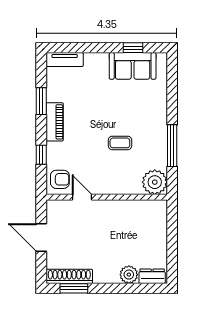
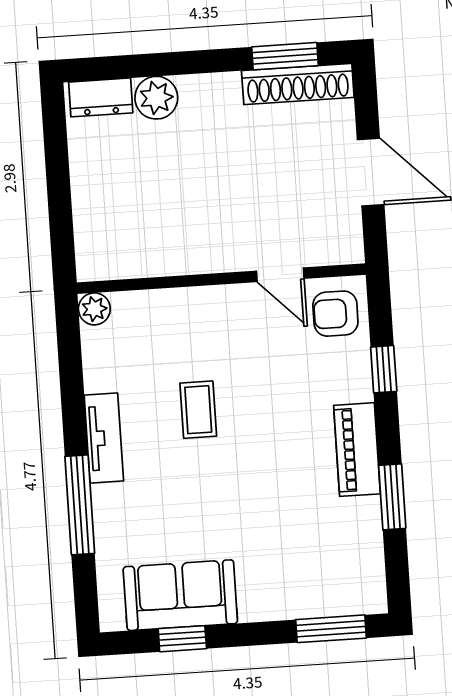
window: (70, 48) -> (331, 629), added
tv unit: (65, 60) -> (104, 438), moved, turned 90
coffee table: (120, 143) -> (198, 410), turned 90
window: (172, 146) -> (80, 505), moved
plant: (155, 182) -> (94, 309), width x0.53, depth x0.53

